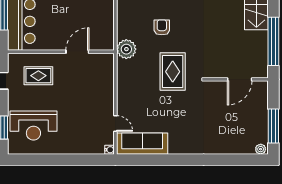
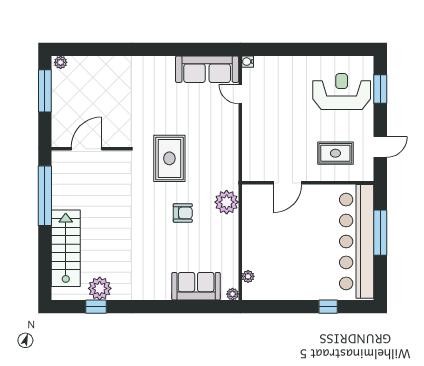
armchair: (162, 27) -> (183, 213), turned -90
plant: (126, 49) -> (227, 202), moved

